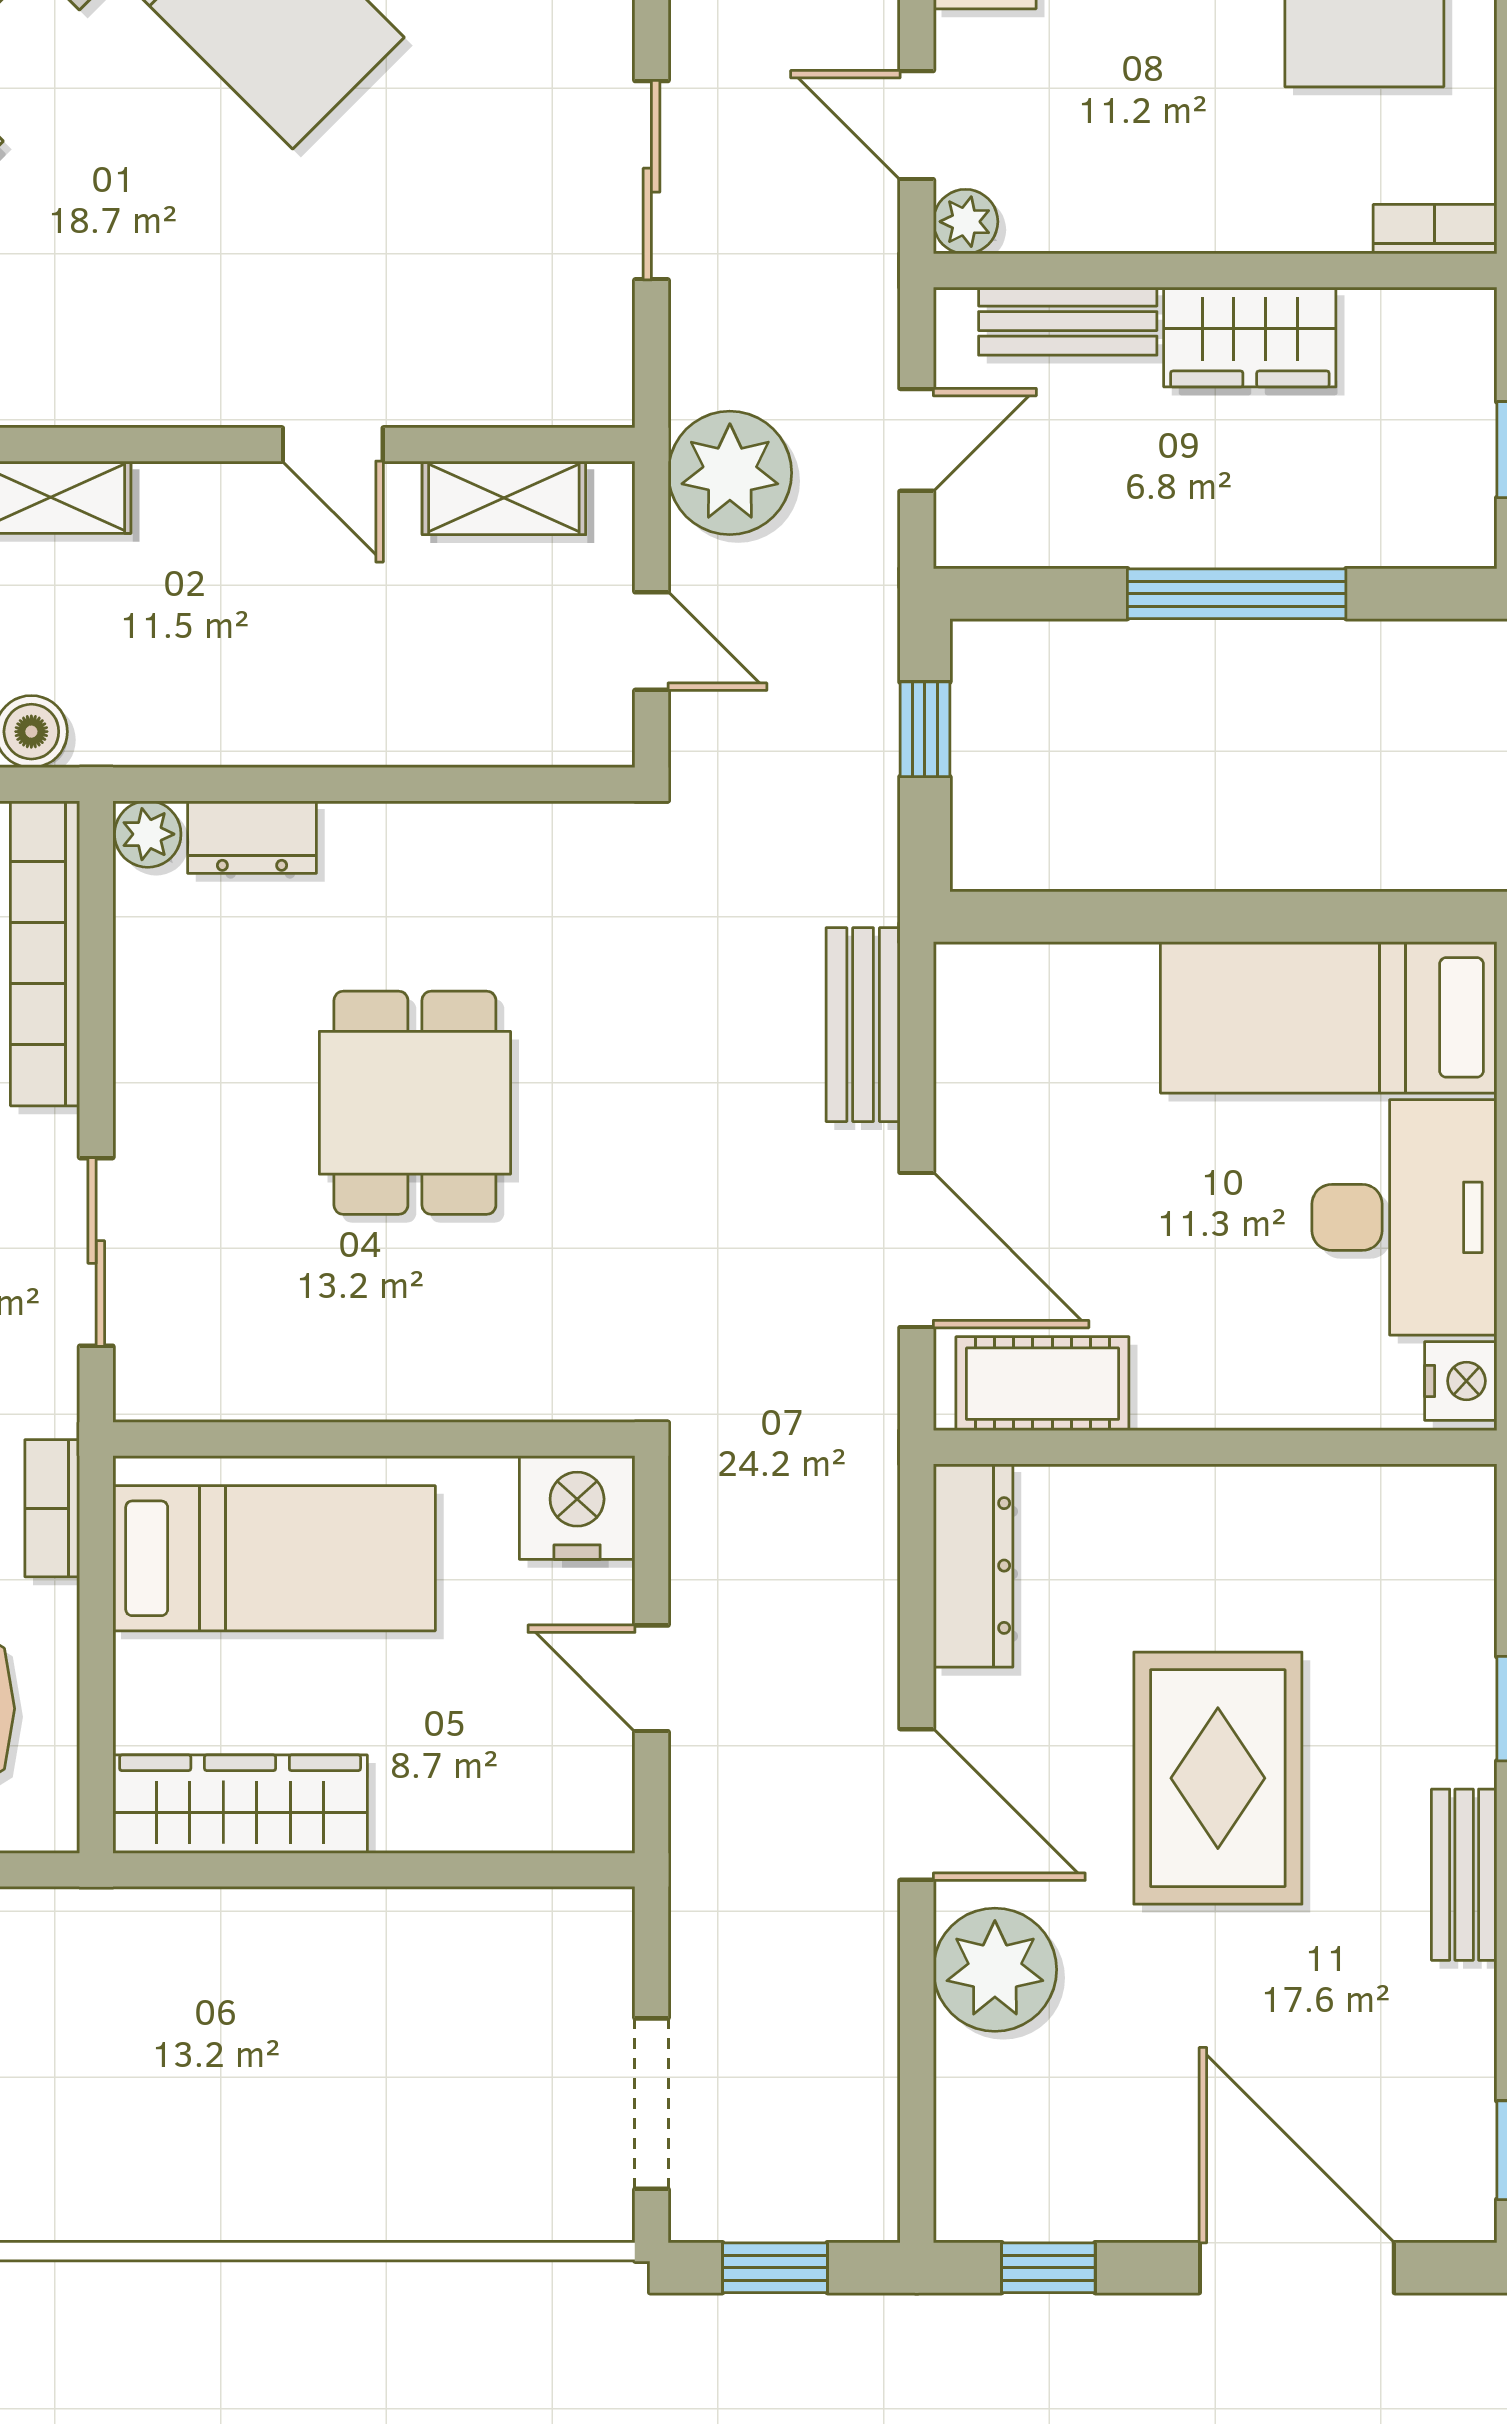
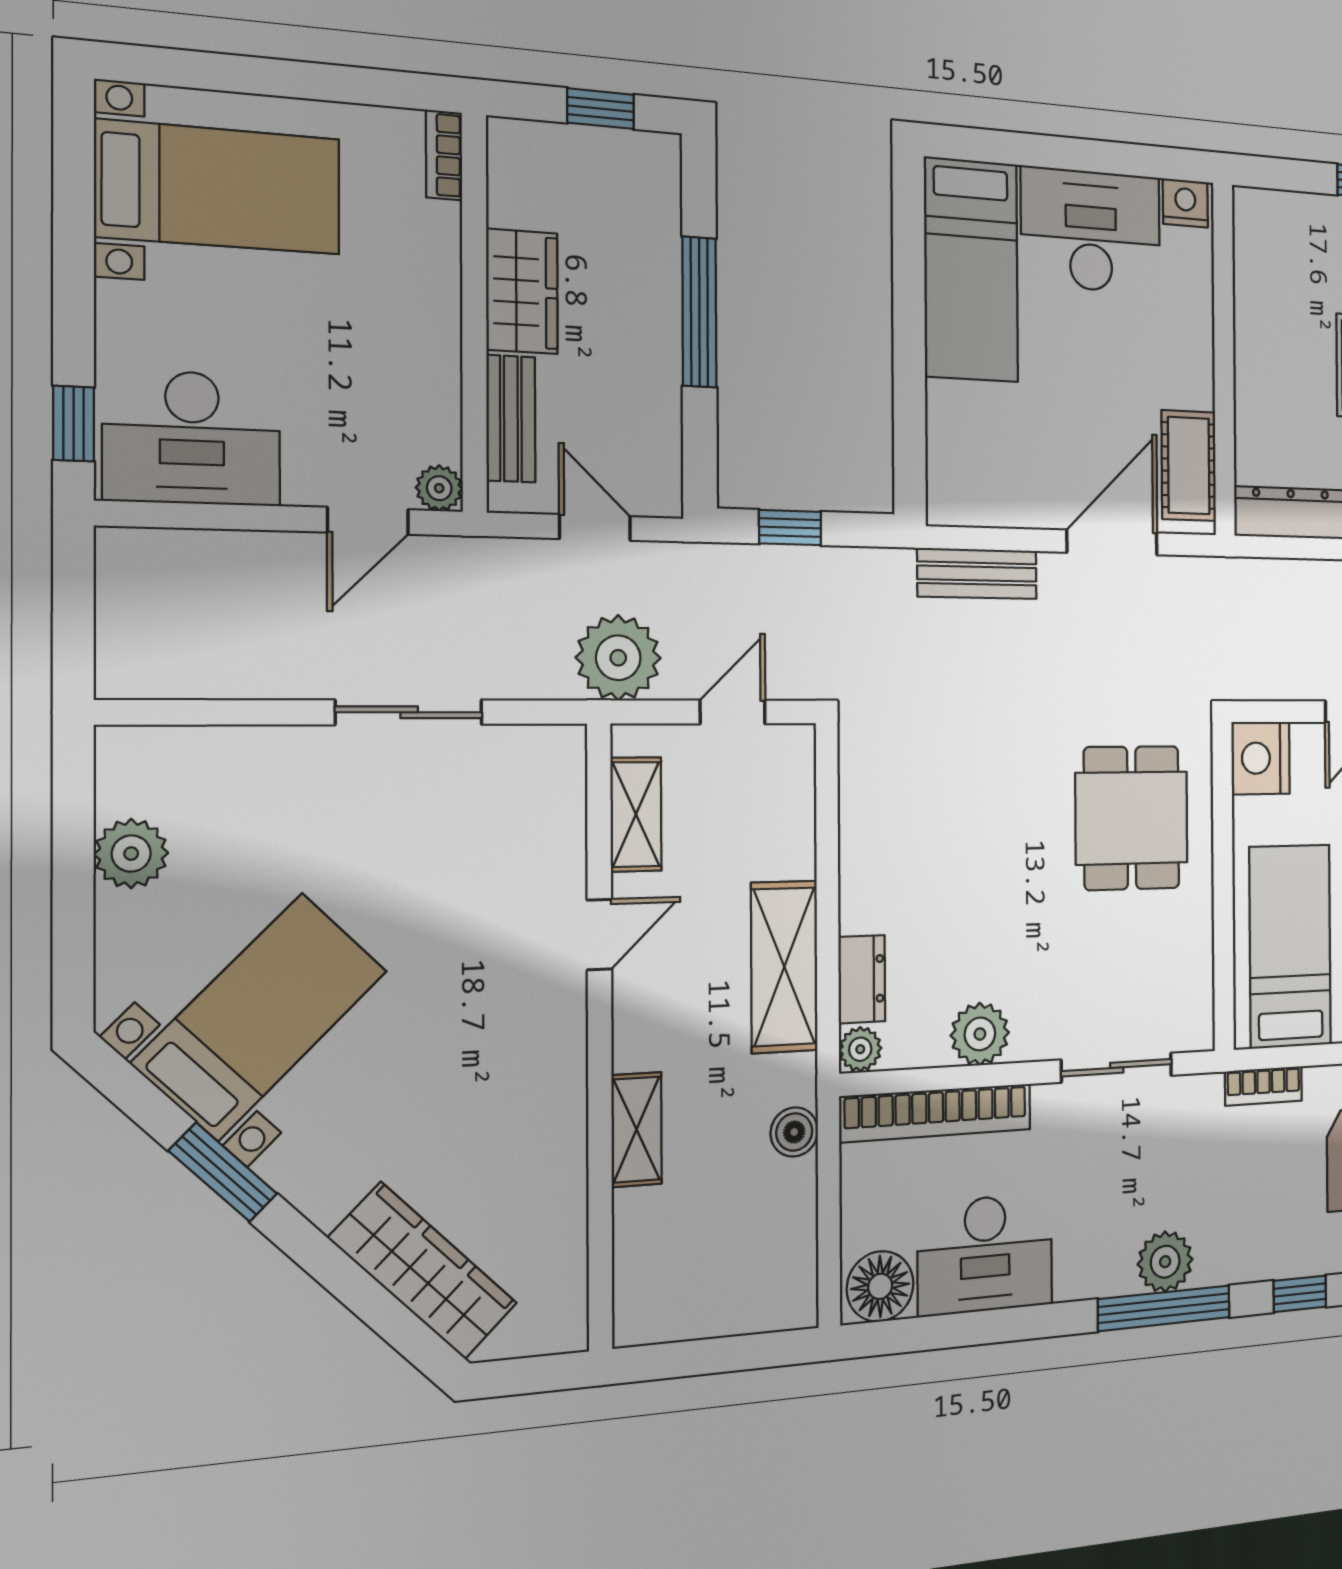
shelving: (276, 718) -> (784, 967), added
plant: (161, 1025) -> (980, 1034), added
dining table: (415, 1103) -> (1132, 818), moved, turned 90

